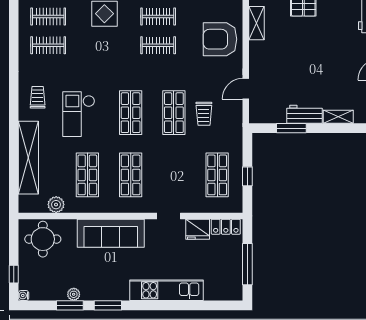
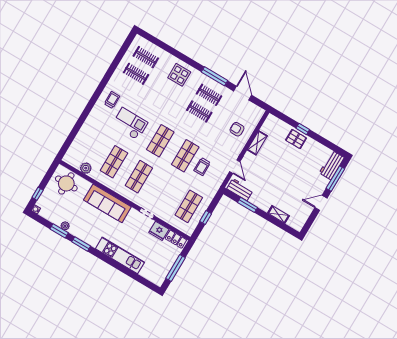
shelving: (257, 23) -> (257, 143), moved
armchair: (220, 39) -> (237, 129), width x0.53, depth x0.53
door: (246, 89) -> (235, 167), swing flipped
checkout: (79, 114) -> (130, 124), turned 90
workbench: (305, 114) -> (240, 190), moved
shelving: (28, 158) -> (86, 132), removed

